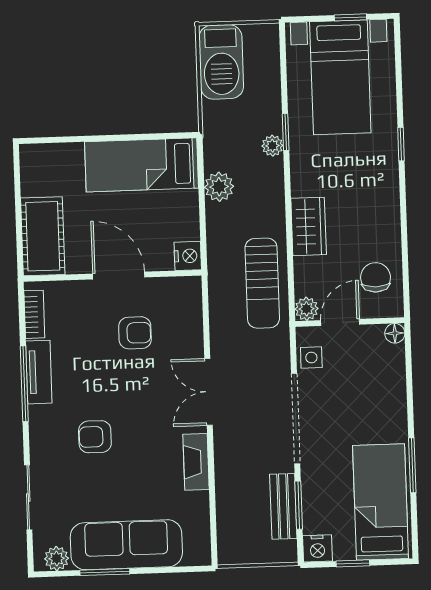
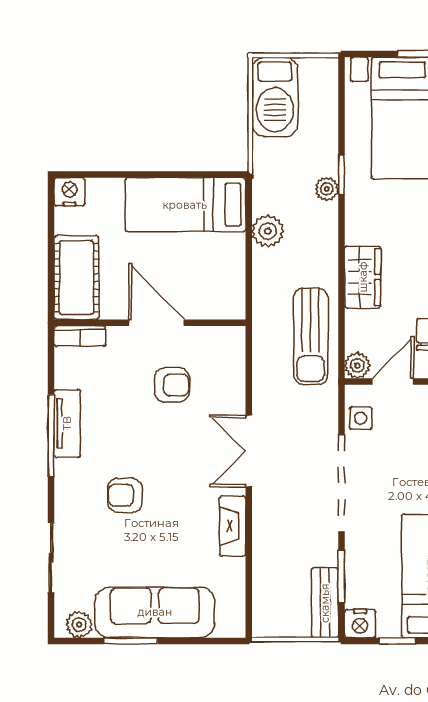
nightstand: (188, 256) -> (70, 192), moved, turned -90
bookcase: (34, 314) -> (80, 336), moved, turned 90
bench: (283, 506) -> (325, 603), moved

